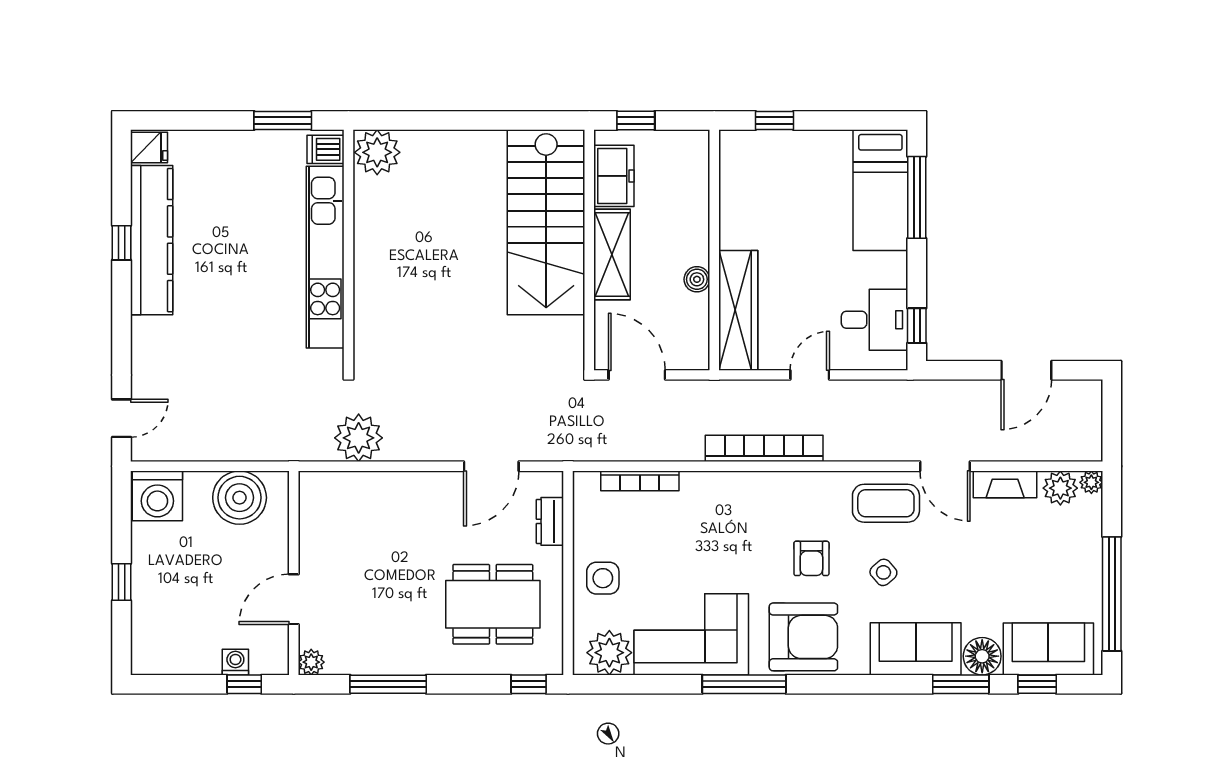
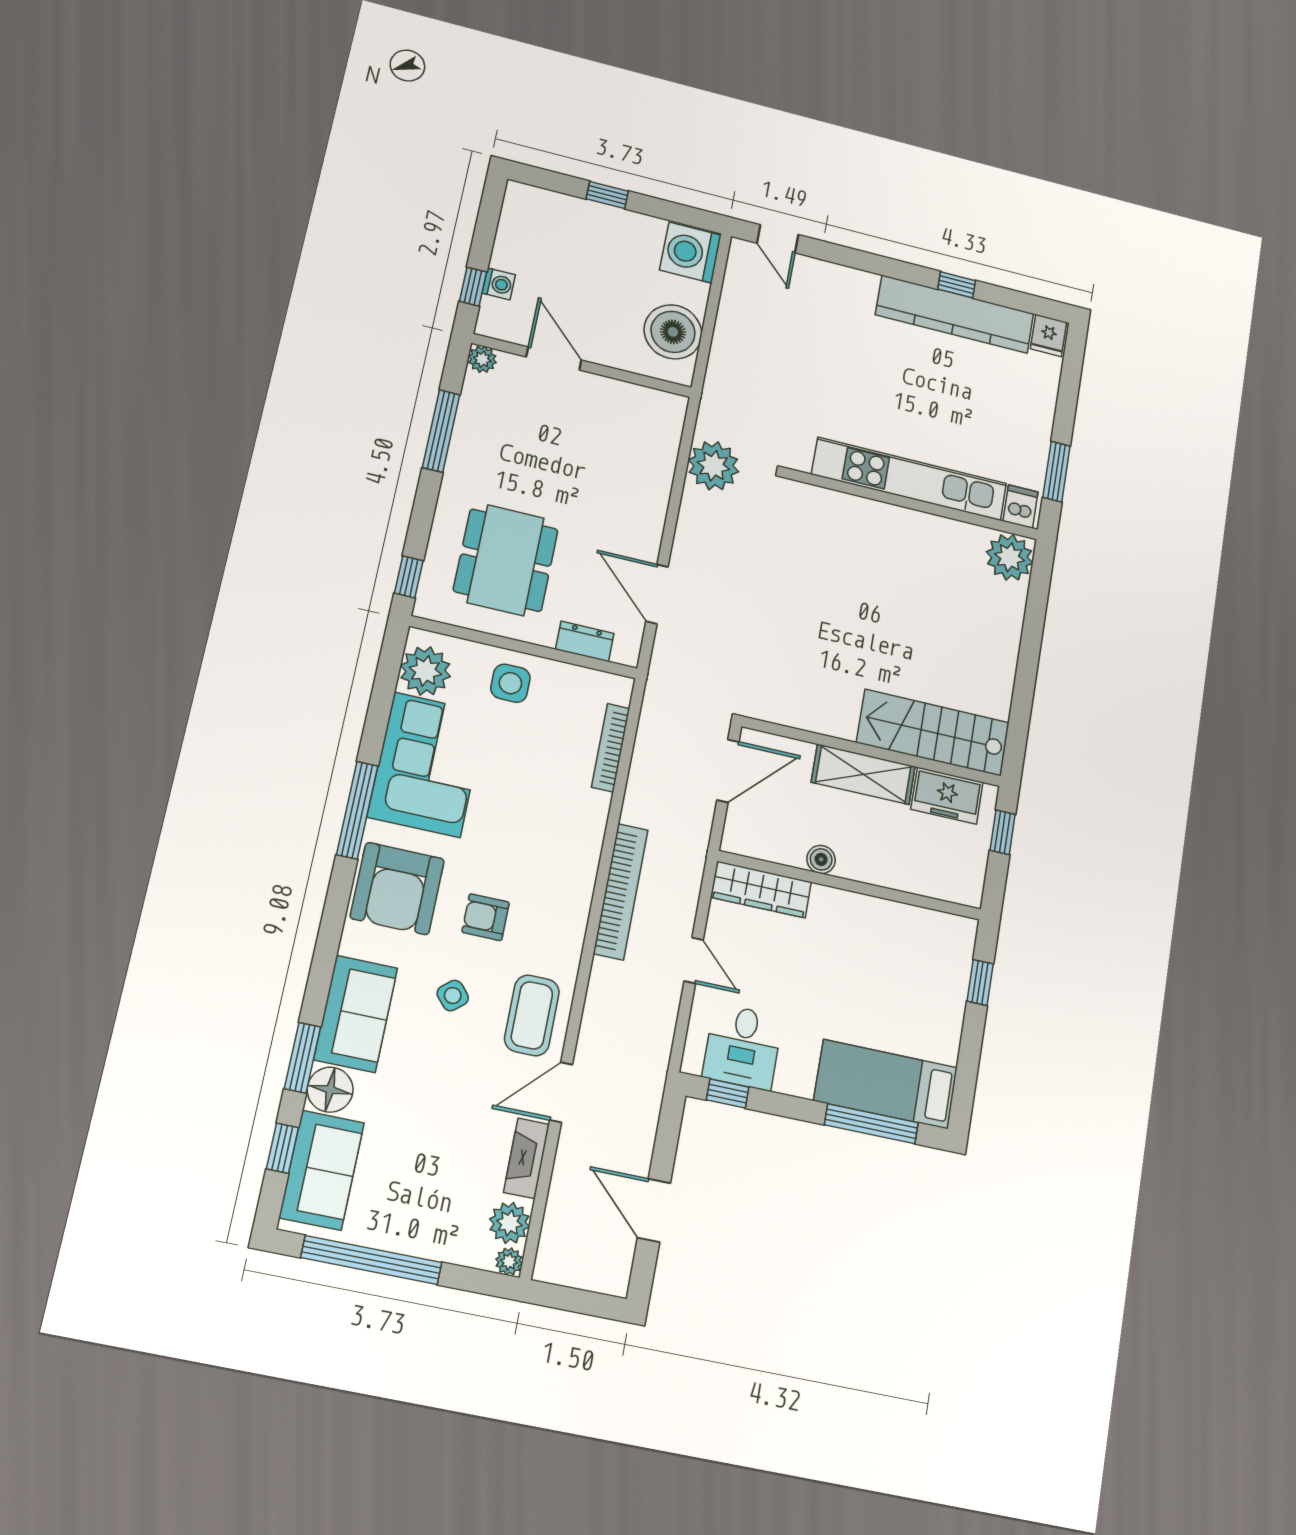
stairs: (546, 222) -> (933, 733), width x0.73, depth x0.66
wardrobe: (738, 310) -> (761, 890), width x0.71, depth x0.85

